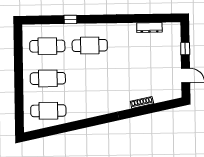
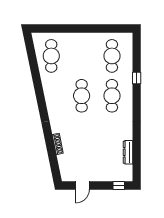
window: (185, 49) -> (119, 185), moved
cafe table: (48, 78) -> (82, 96), moved

